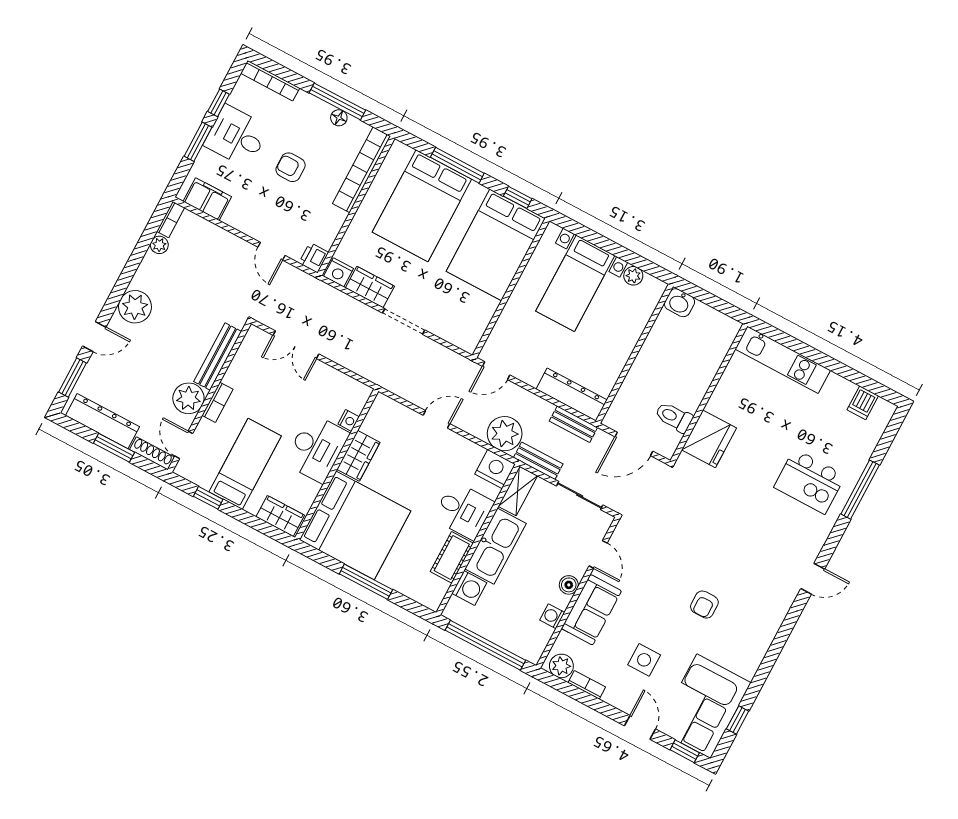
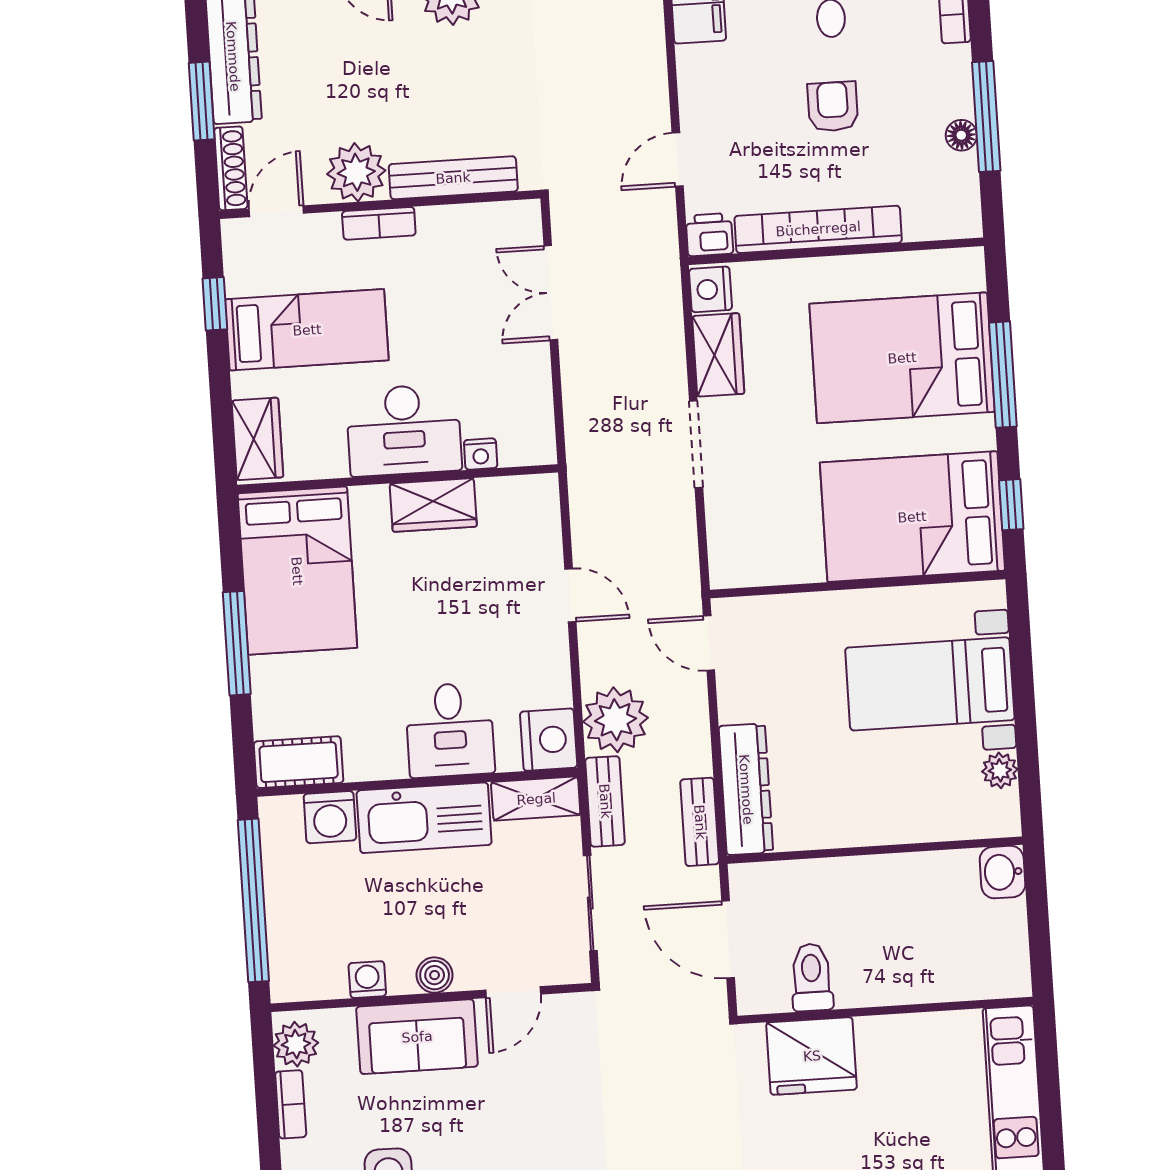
bookcase: (362, 170) -> (818, 229), moved
bed: (355, 525) -> (297, 571), width x0.73
cot: (452, 557) -> (299, 762), moved

